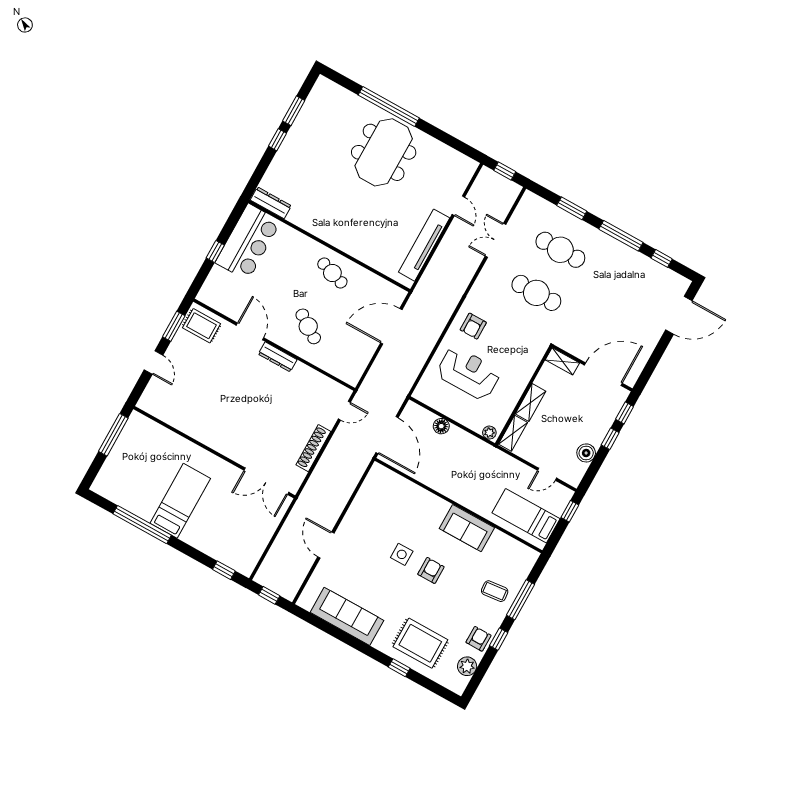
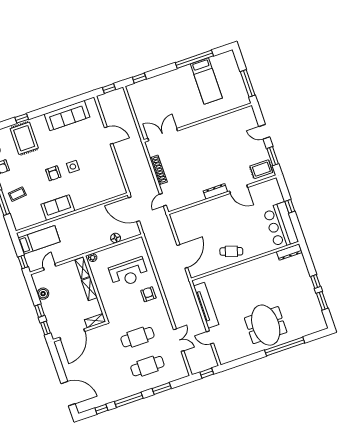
door: (679, 315) -> (68, 394), swing flipped
cafe table: (308, 326) -> (217, 218), removed
bed: (180, 501) -> (206, 81), moved
rug: (420, 643) -> (24, 138), turned 90

